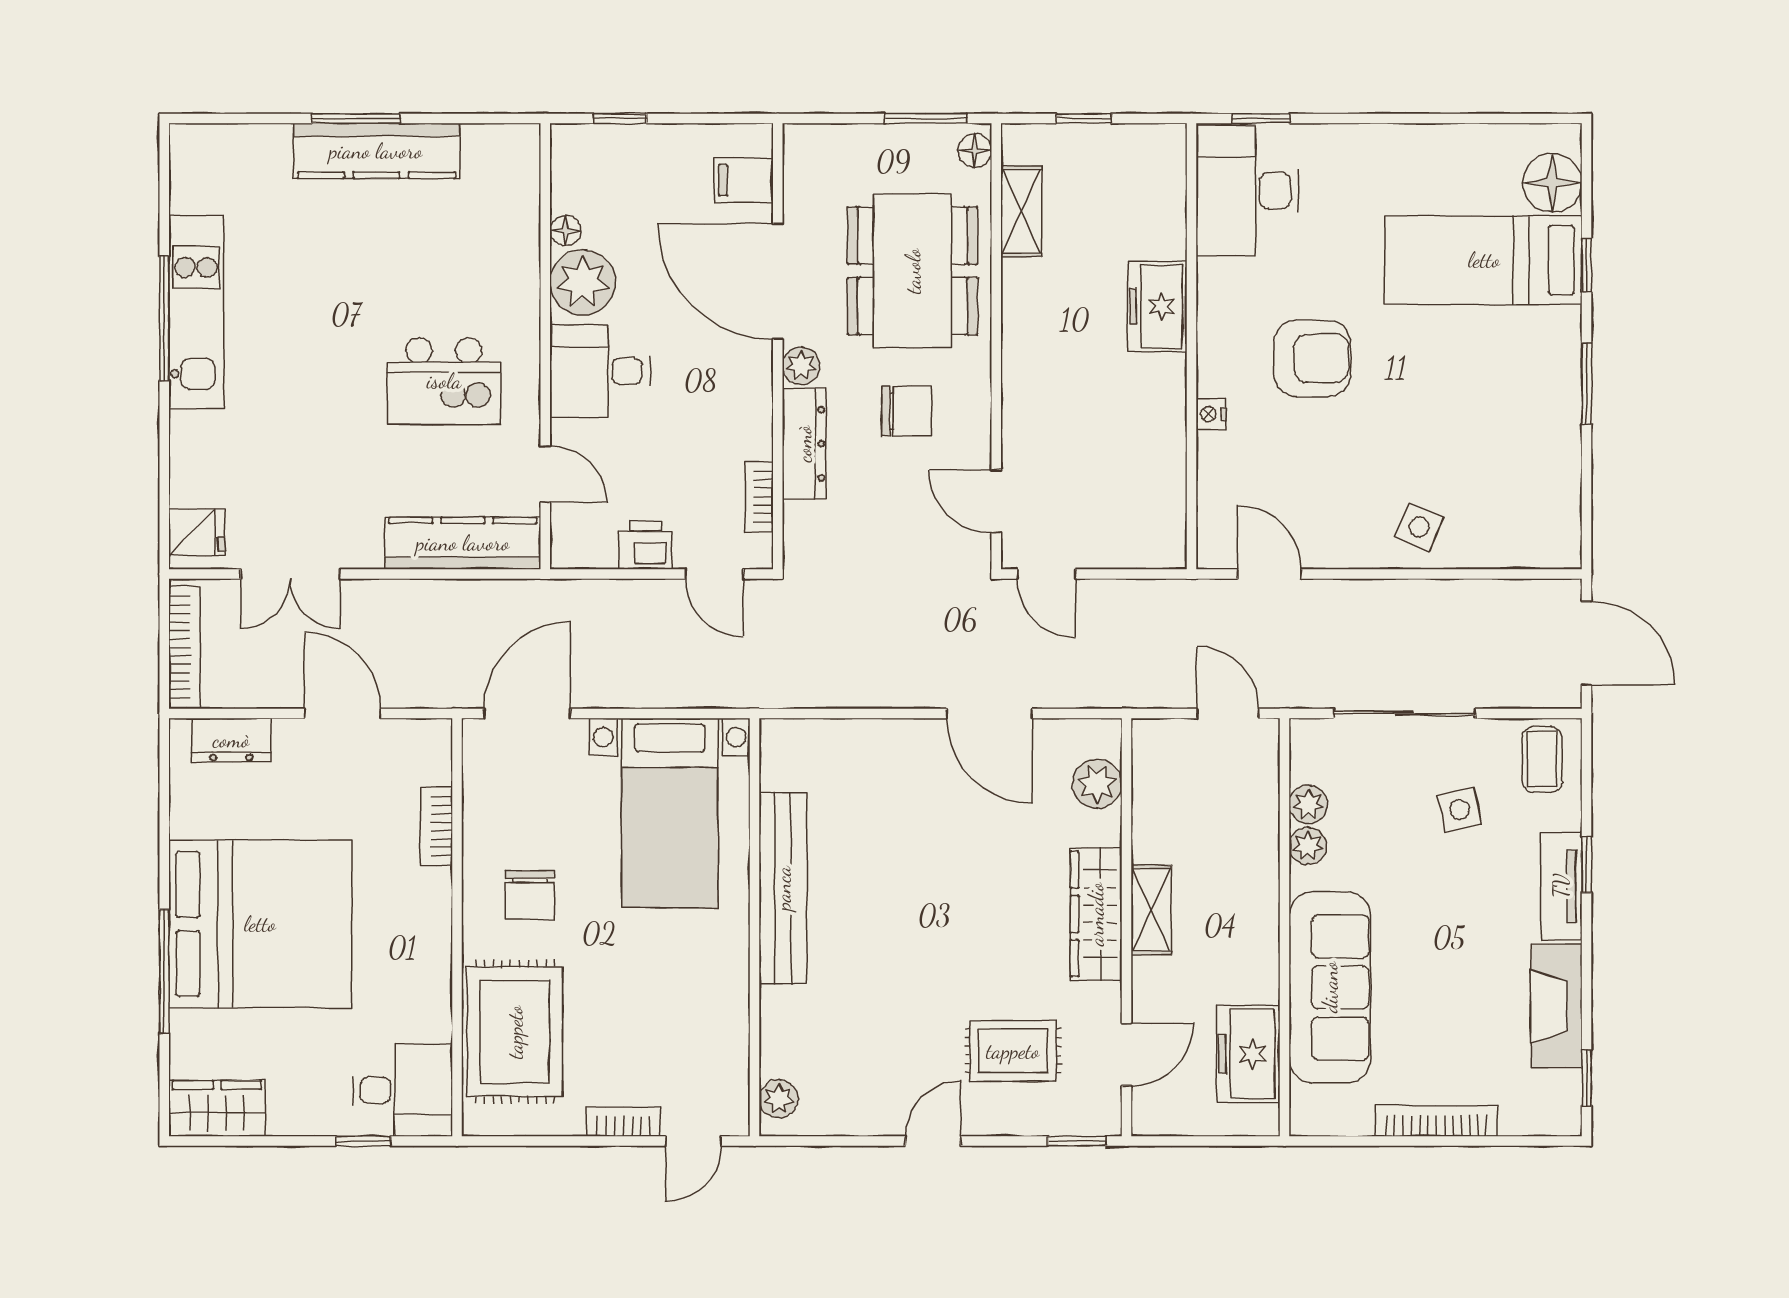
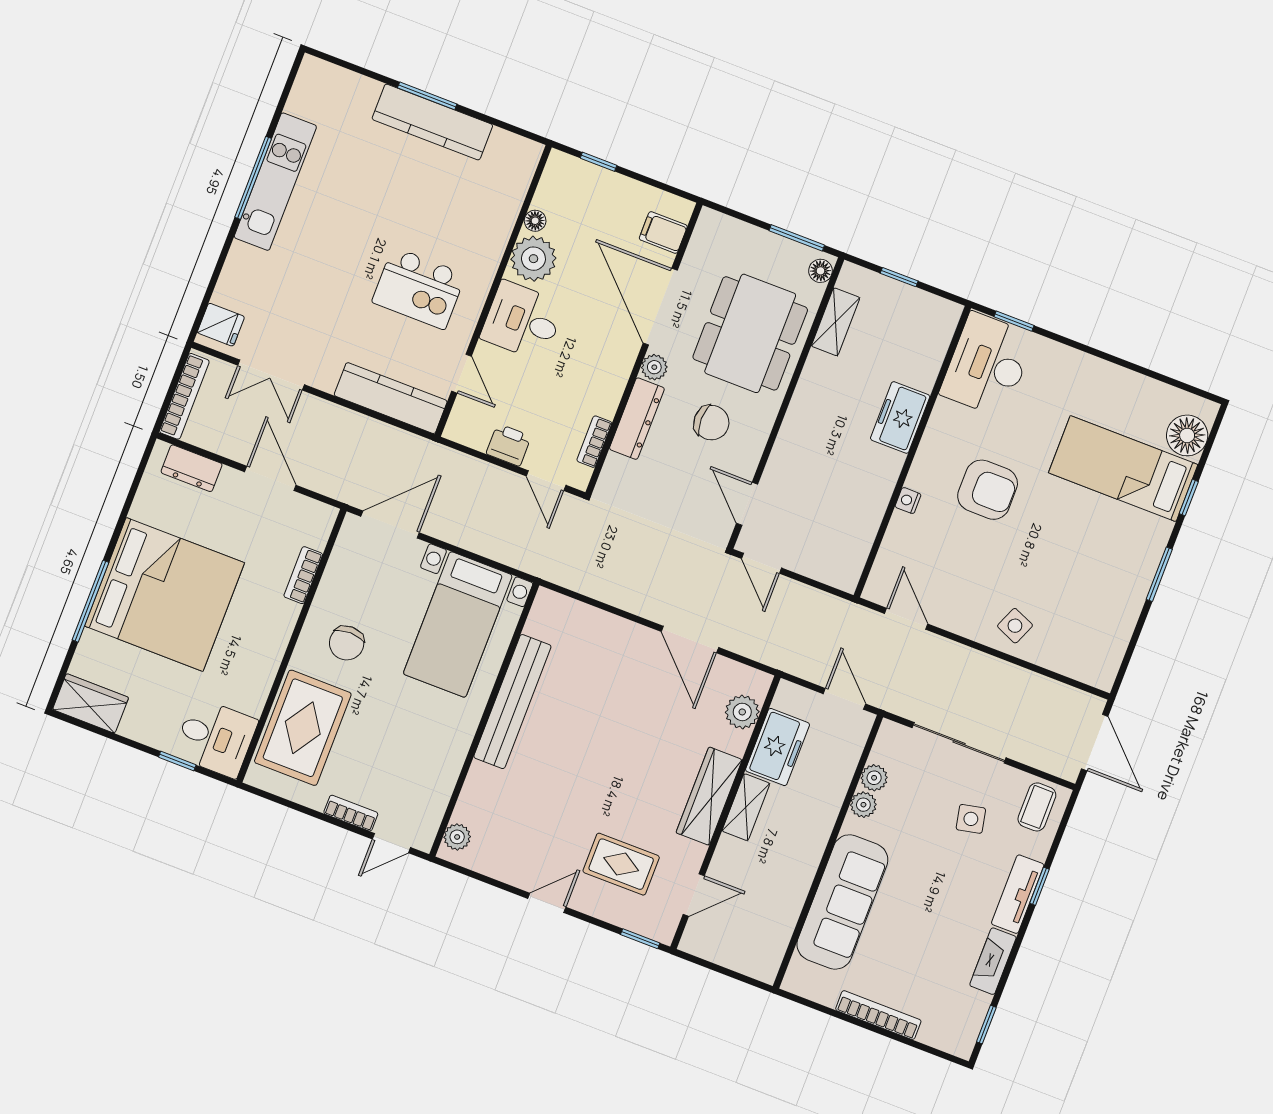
fireplace: (1557, 1006) -> (993, 961), width x0.73, depth x0.76
freezer: (1248, 1054) -> (778, 747), moved, turned 180

